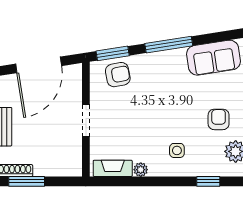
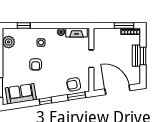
window: (169, 45) -> (45, 101), width x0.46
door: (39, 65) -> (117, 90), hinge flipped
armchair: (219, 119) -> (36, 64), moved

